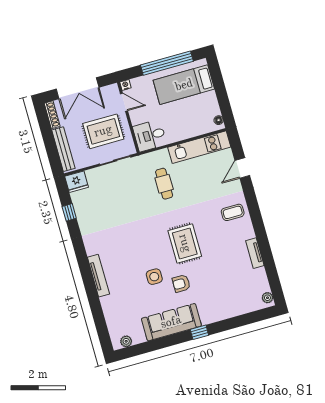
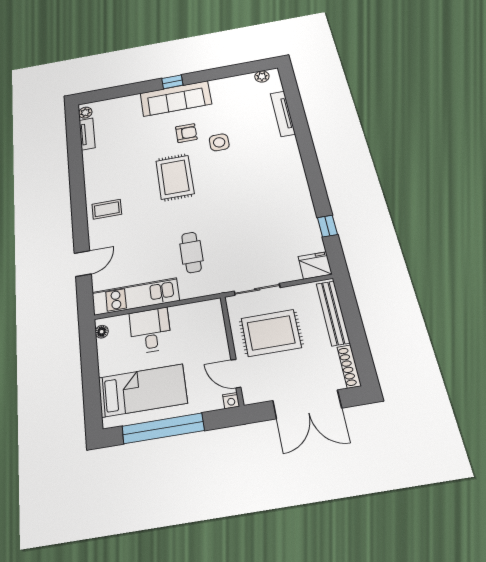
double door: (78, 88) -> (307, 404), swing flipped
desk: (150, 136) -> (150, 330), moved, turned -90
tv unit: (255, 253) -> (87, 134), moved
tv unit: (98, 276) -> (283, 114), moved
sofa: (171, 322) -> (176, 99), moved

